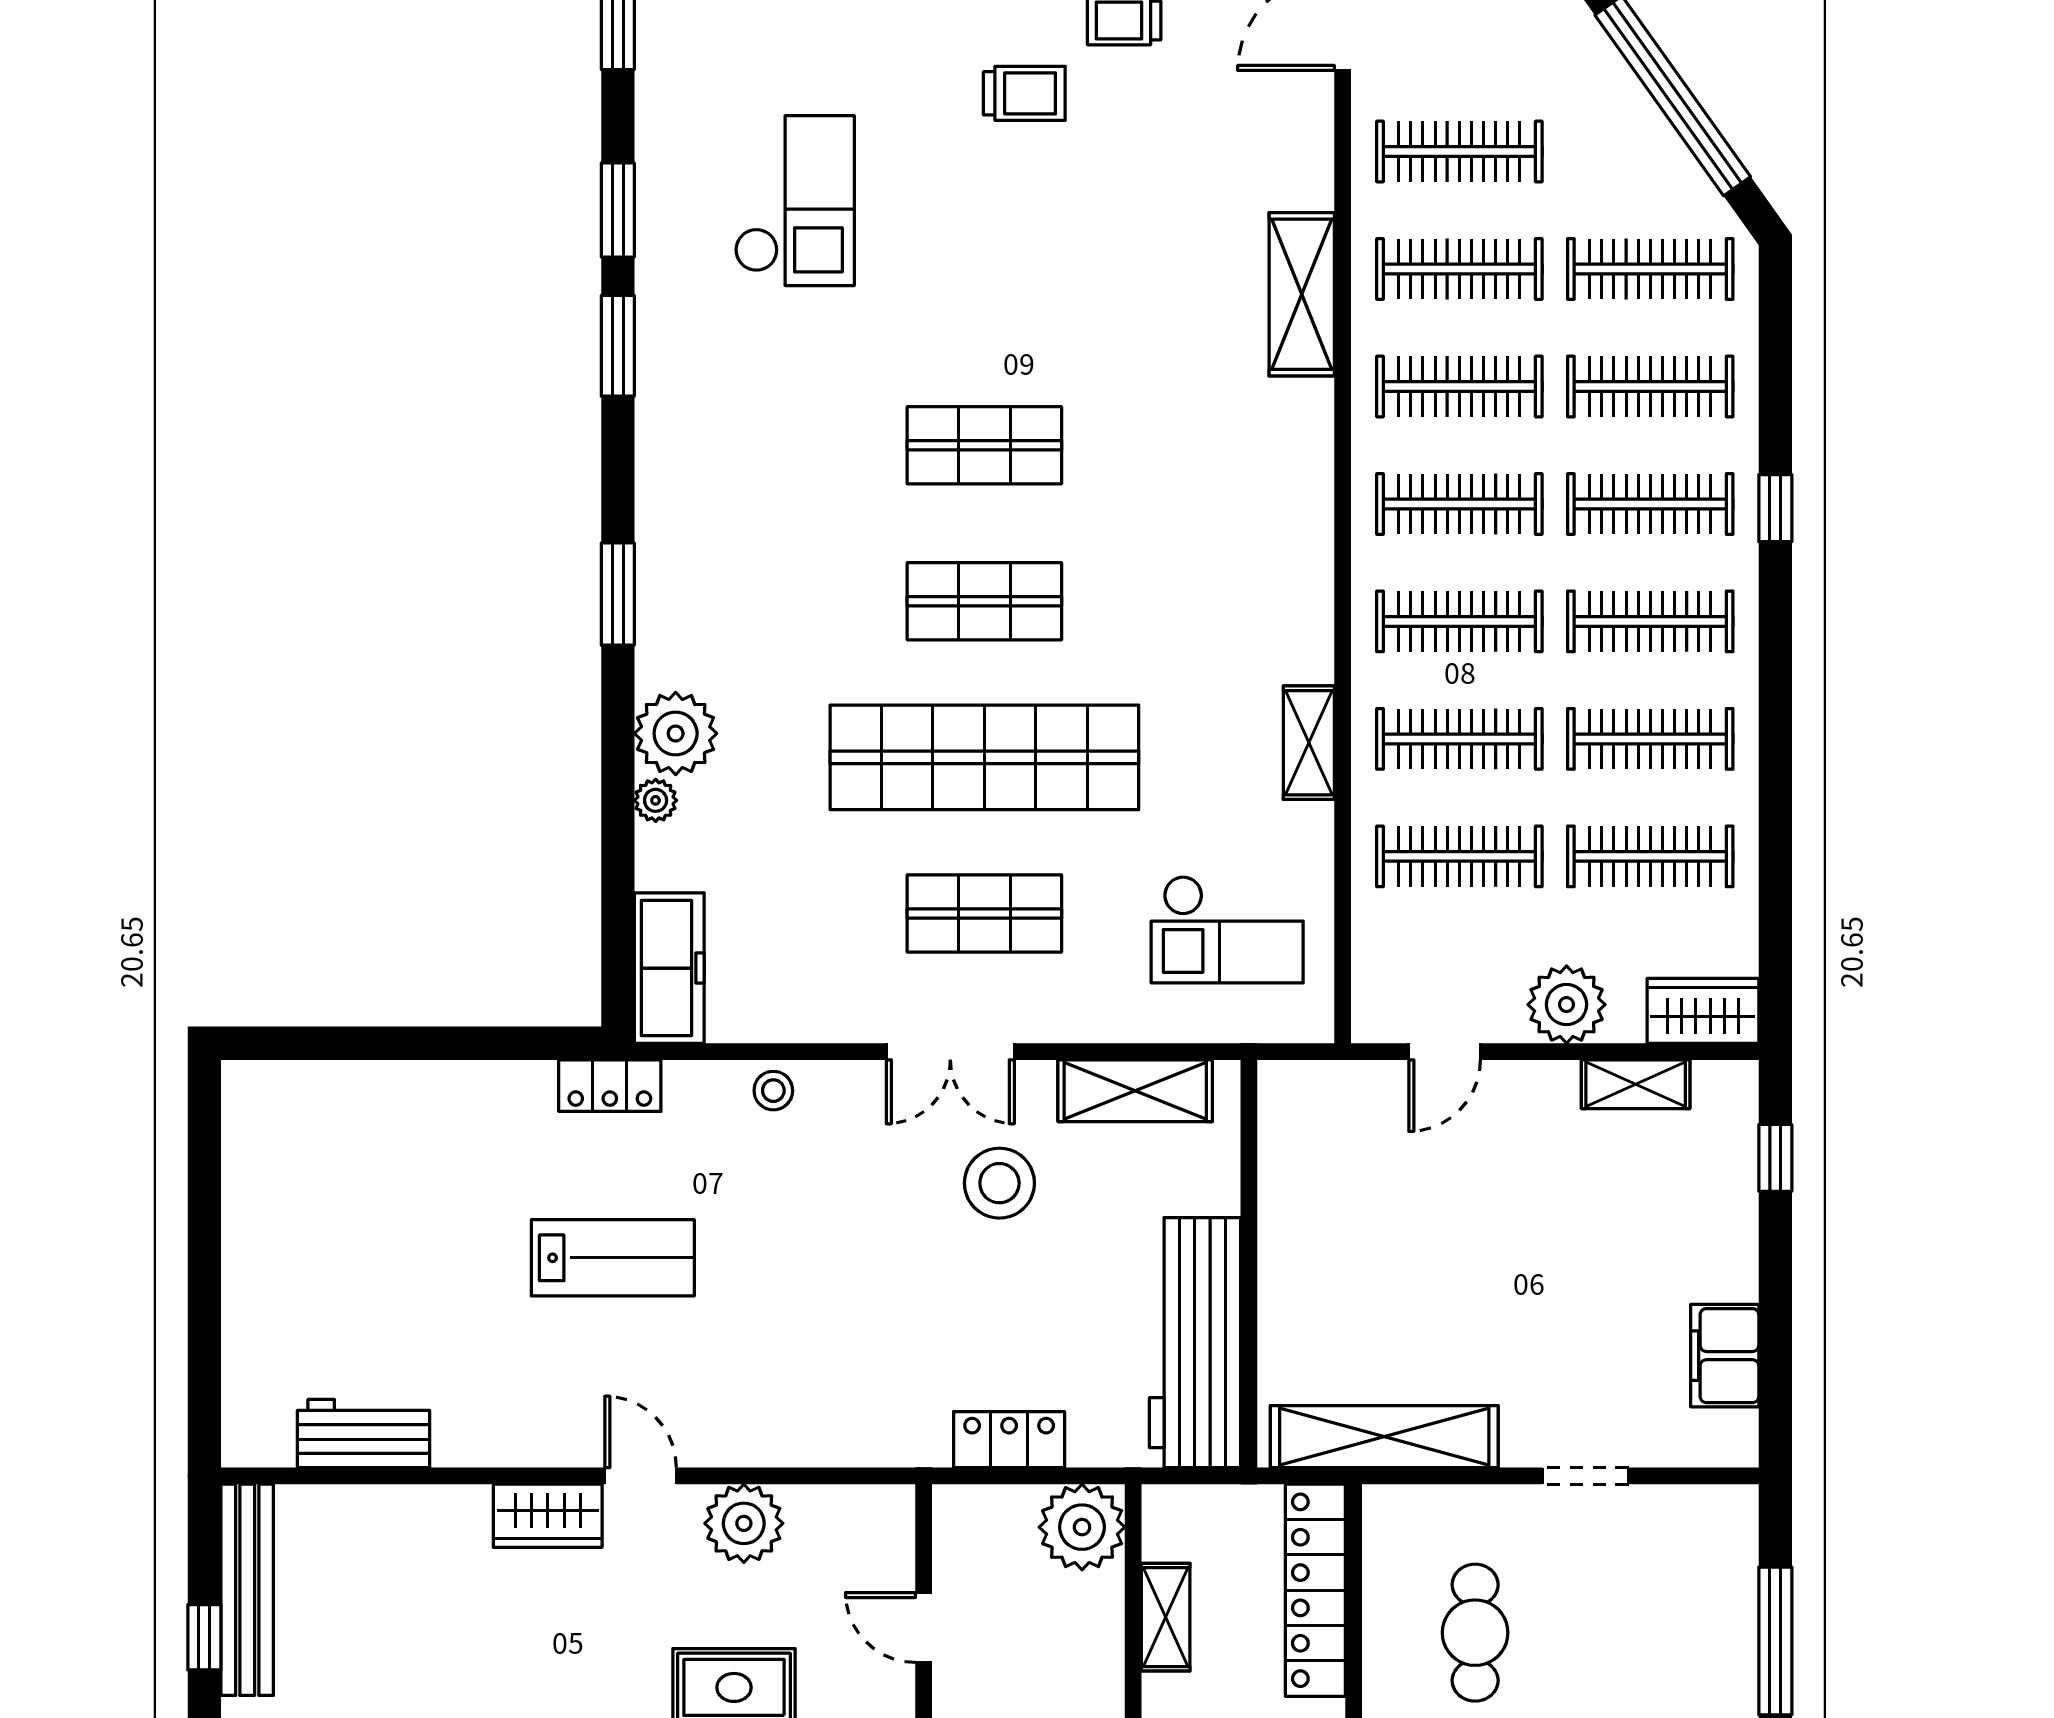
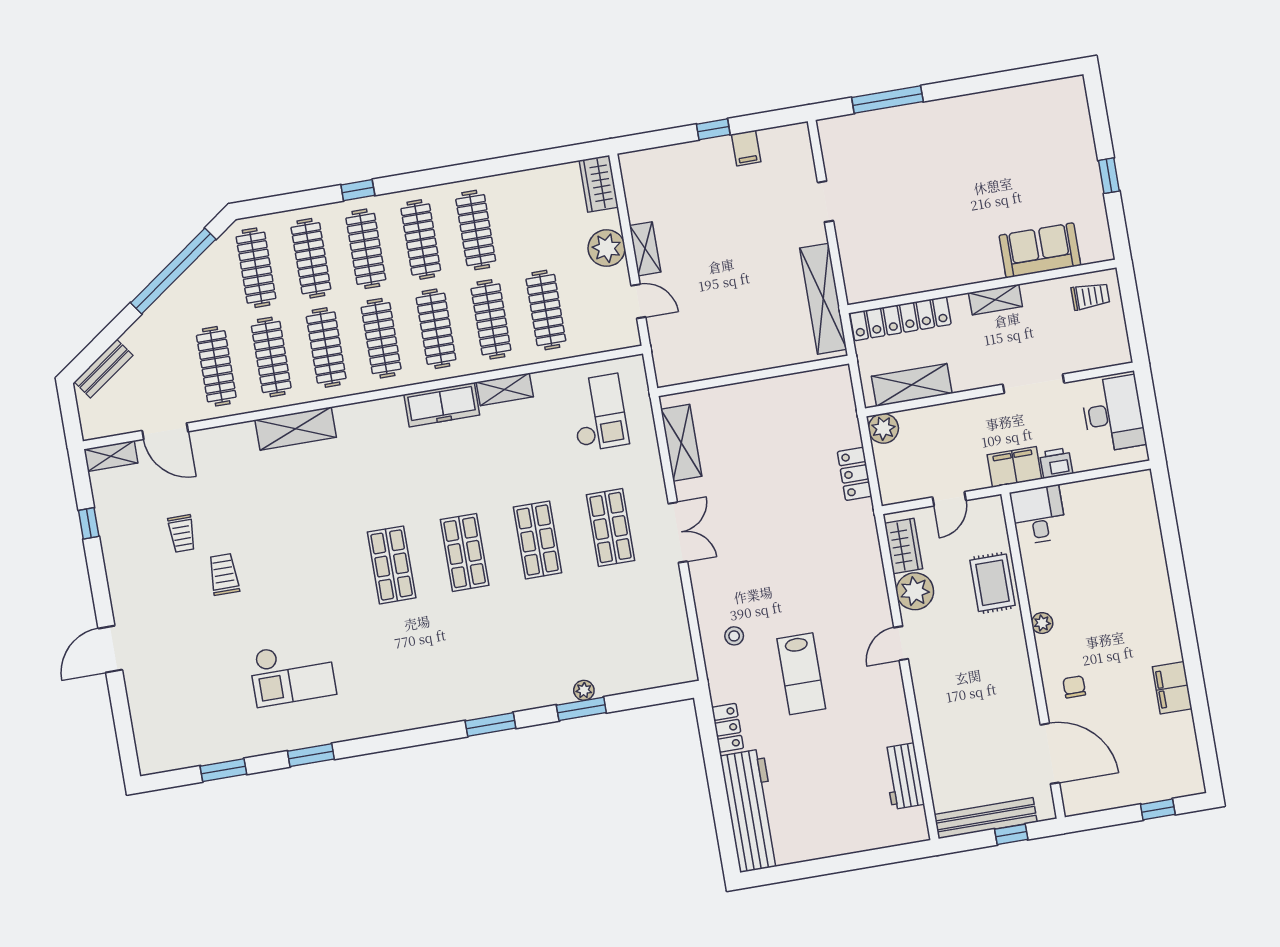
checkout: (795, 201) -> (292, 673), turned 180
window: (618, 346) -> (581, 709), moved
plant: (676, 733) -> (551, 686), removed
shop shelf: (984, 757) -> (538, 540), width x0.50, depth x0.74
clothes rail: (1650, 856) -> (531, 221), removed
freezer: (669, 968) -> (442, 405), moved, turned 180
shelving: (1636, 1084) -> (645, 249), moved
locker: (610, 1086) -> (728, 728), moved
stool: (773, 1091) -> (734, 636), moved
window: (1775, 1158) -> (713, 129), moved
stool: (999, 1183) -> (735, 499), removed
lab bench: (613, 1258) -> (801, 674), turned 180
workbench: (1195, 1343) -> (751, 811), moved, turned -90
filing cabinet: (1725, 1356) -> (746, 148), width x0.50
wardrobe: (548, 1516) -> (904, 546), moved
plant: (1082, 1527) -> (883, 428), width x0.73, depth x0.73
shelving: (1166, 1617) -> (912, 385), width x1.50, depth x1.33
cafe table: (1475, 1633) -> (908, 241), removed

